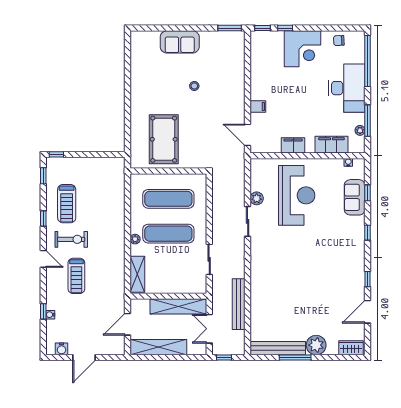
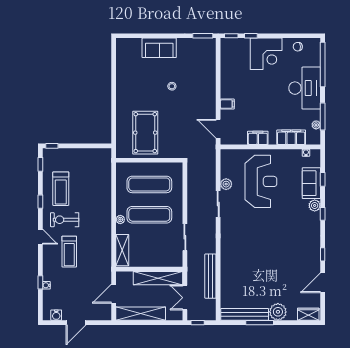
plant: (358, 223) -> (315, 205), added
exercise bike: (71, 239) -> (65, 220), turned 180

